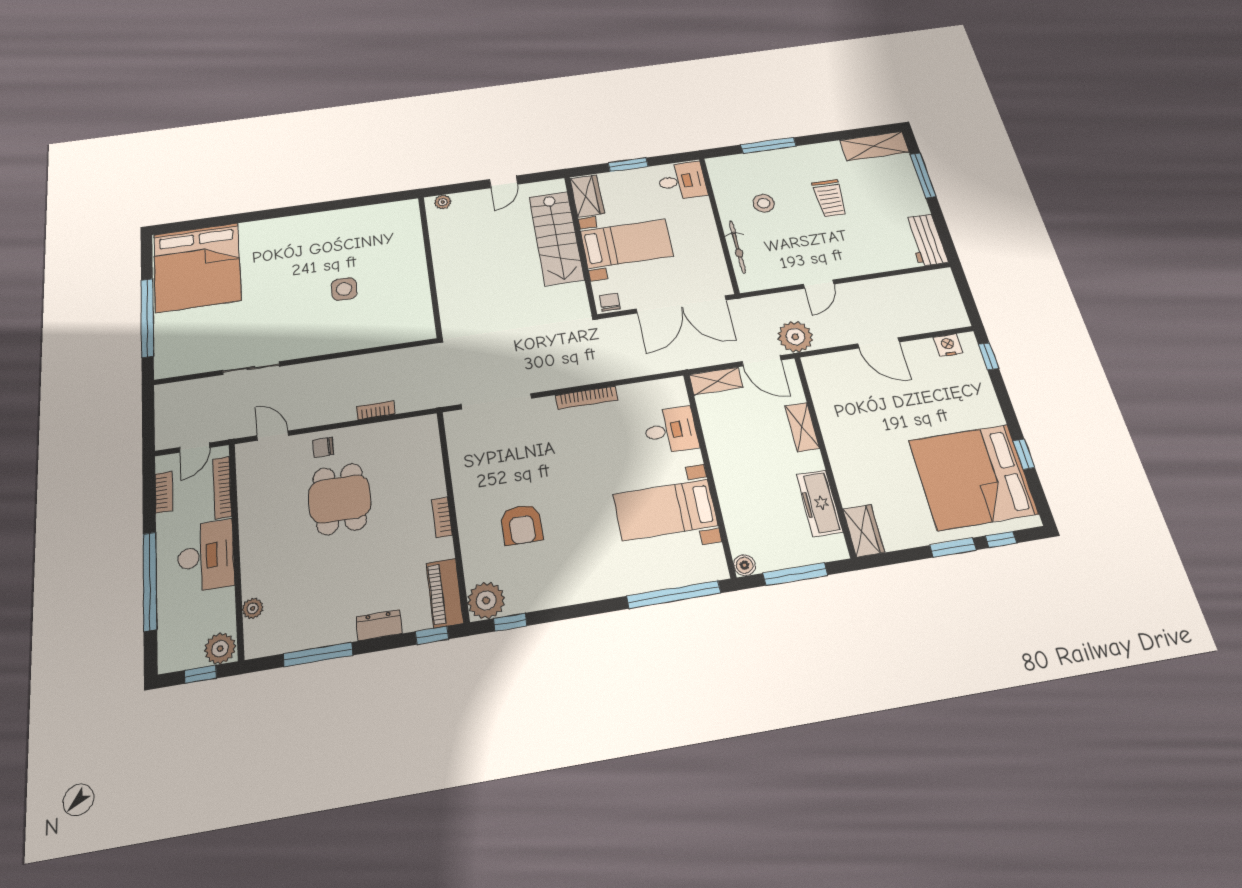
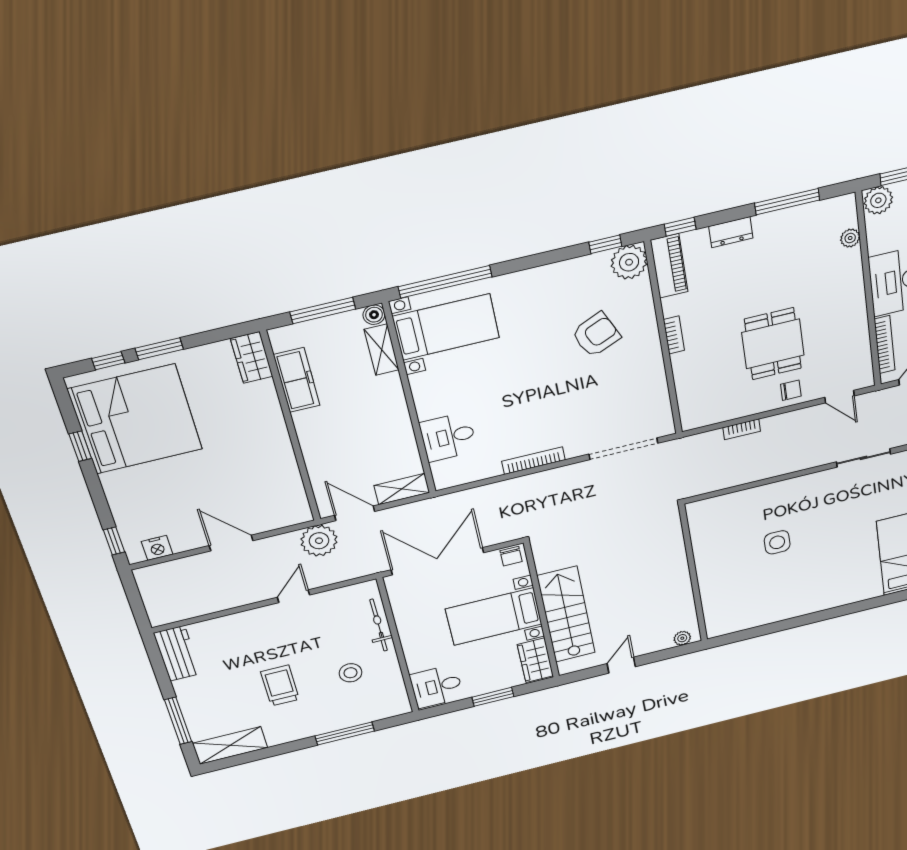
shelving: (802, 427) -> (382, 350), moved
bed with nightstands: (665, 510) -> (446, 327), moved
armchair: (522, 525) -> (596, 335), turned 66

